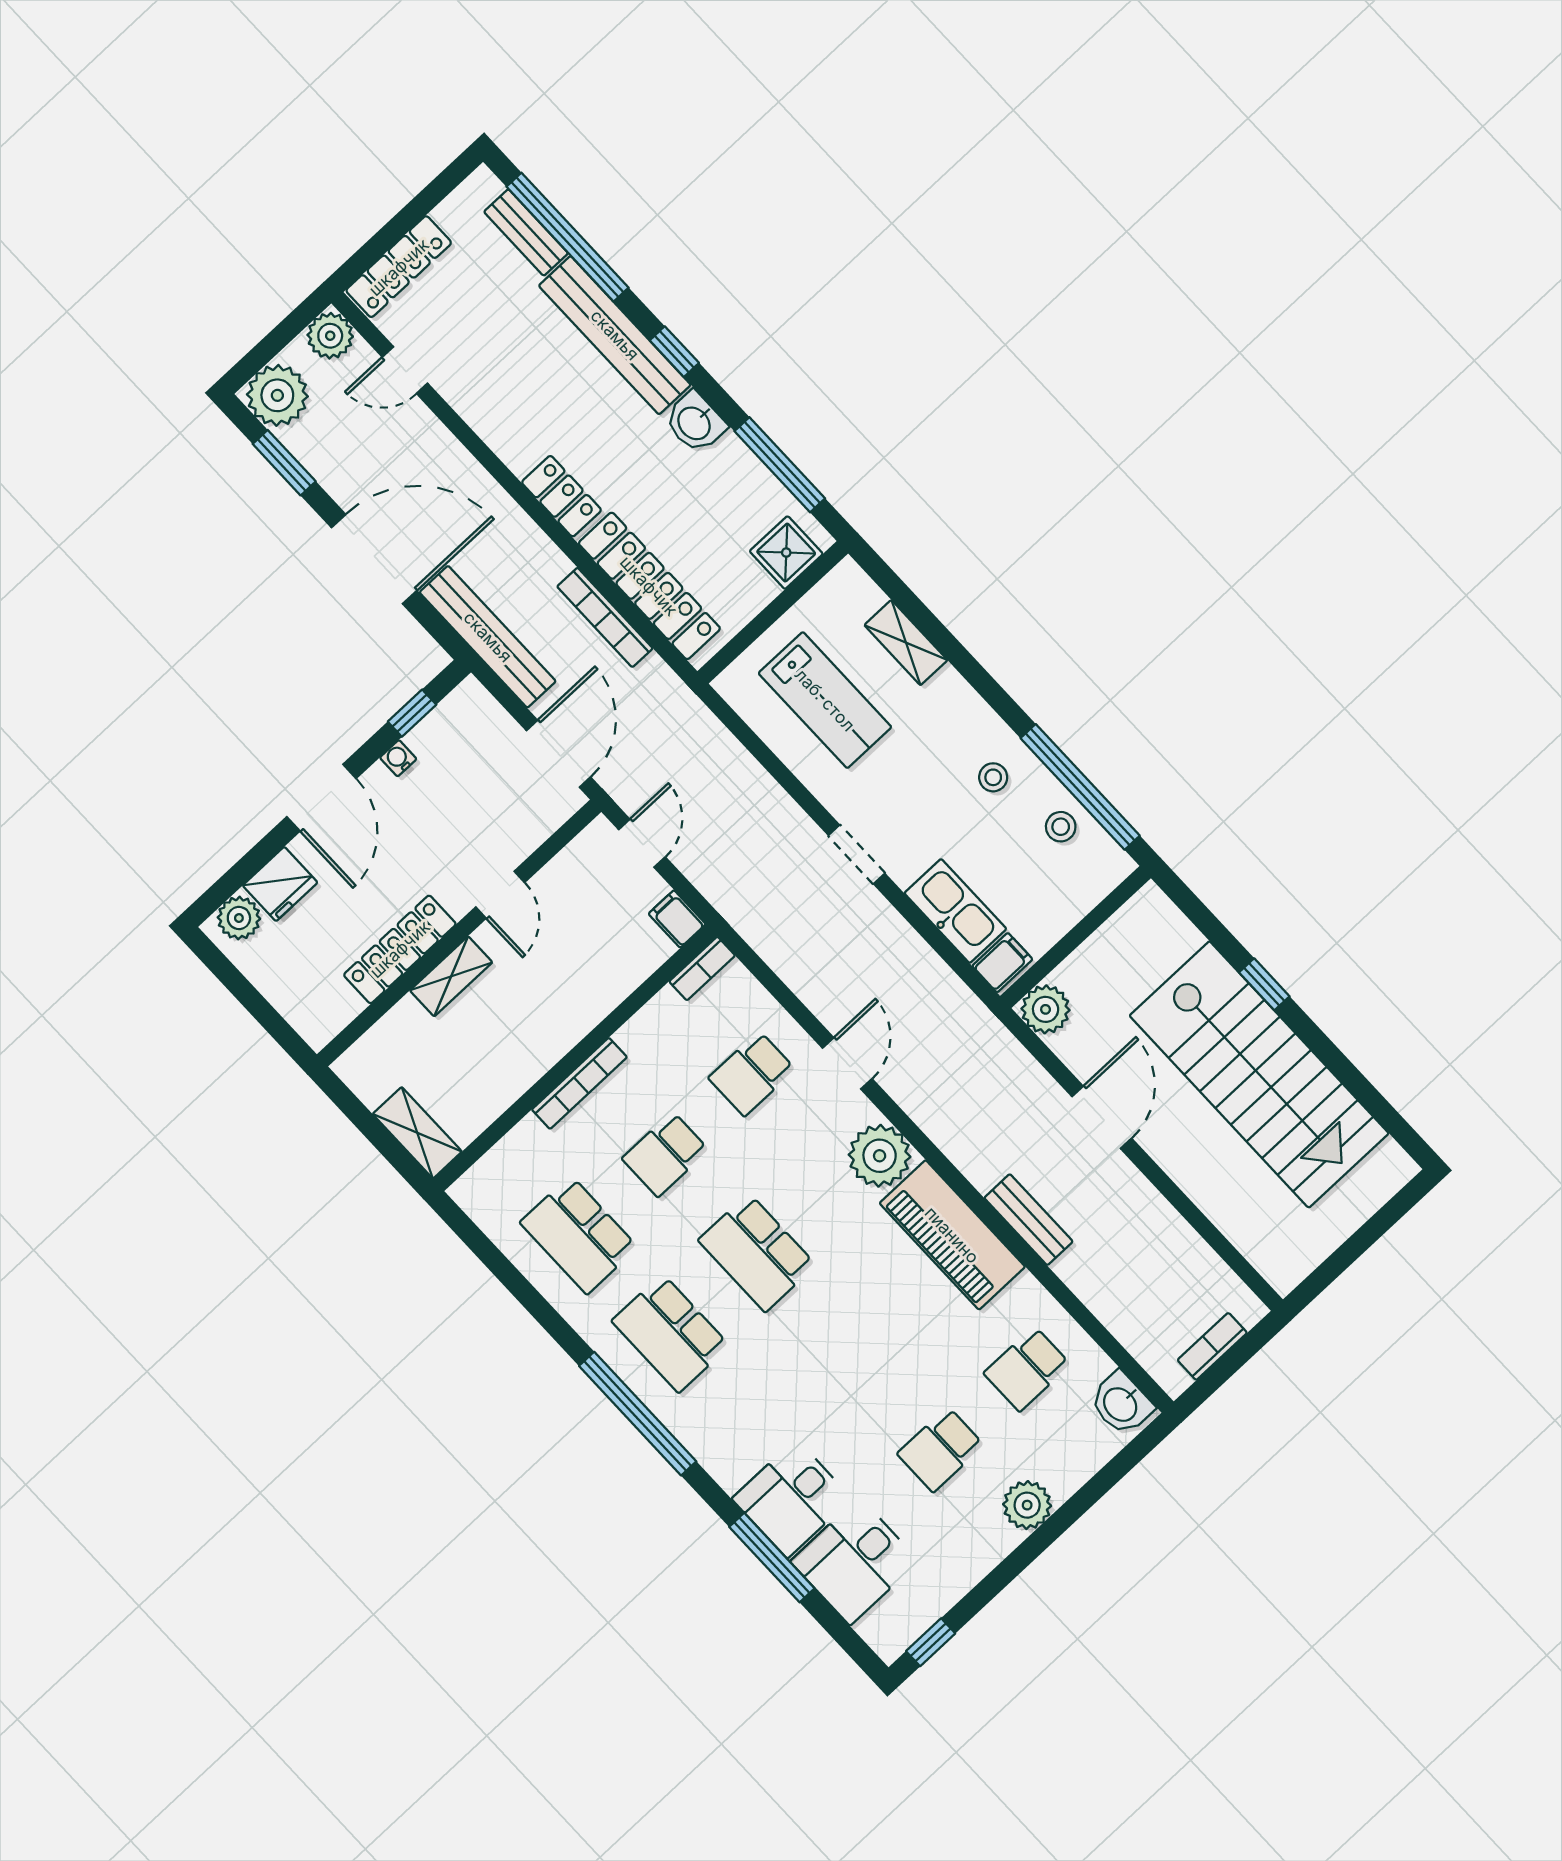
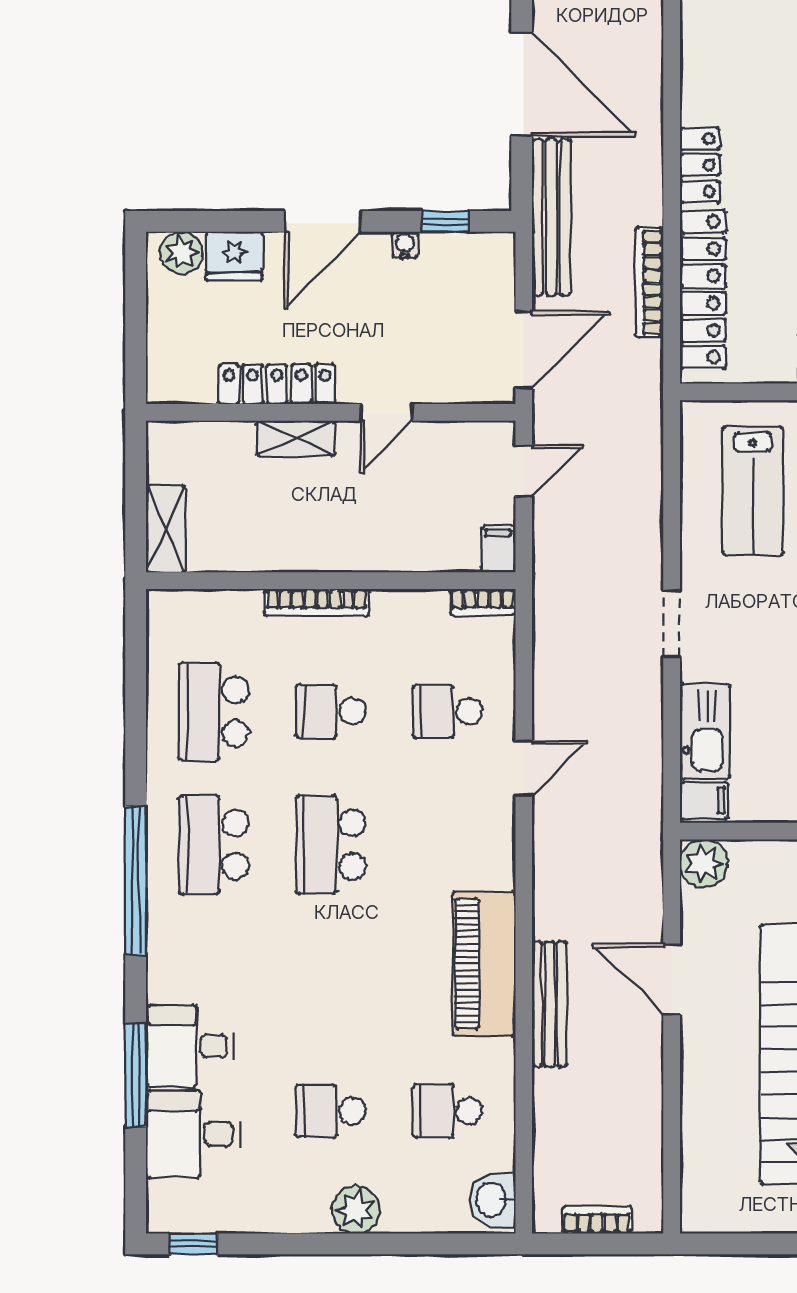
door: (1102, 1117) -> (672, 980), swing flipped
plant: (880, 1156) -> (485, 857), removed
bench: (1028, 1220) -> (549, 1004), width x1.36

